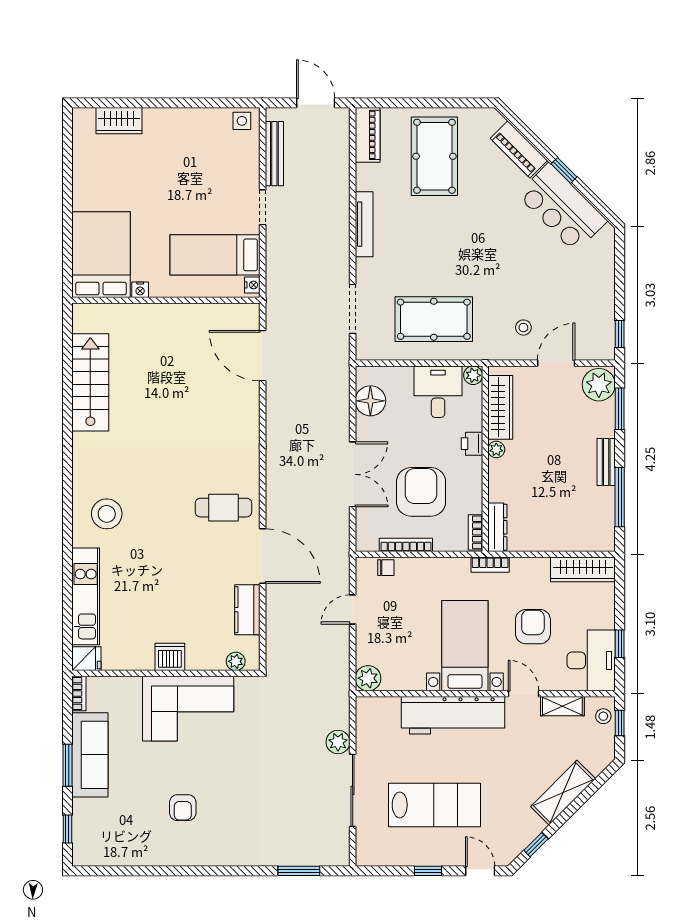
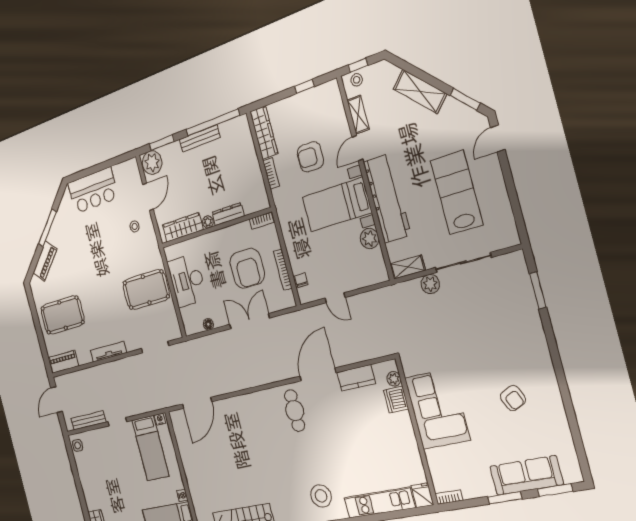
window: (564, 170) -> (47, 228), width x2.17
bar counter: (562, 208) -> (93, 190), moved, turned 45
pool table: (434, 319) -> (146, 290), turned 90
window: (620, 334) -> (121, 159), removed
door: (556, 363) -> (148, 197), swing flipped
plant: (473, 375) -> (170, 252), removed
desk: (438, 392) -> (187, 281), width x1.37
floor lamp: (370, 401) -> (208, 324), width x0.53, depth x0.53
printer: (472, 444) -> (209, 241), removed
bench: (606, 462) -> (200, 138), width x1.36
armchair: (421, 492) -> (247, 268), turned -90
window: (620, 497) -> (213, 123), width x1.46
dresser: (497, 527) -> (228, 214), moved
bookcase: (490, 565) -> (271, 173), moved
dishwasher: (170, 657) -> (396, 400), moved
desk: (591, 660) -> (321, 104), removed
plant: (368, 678) -> (370, 239), moved
shelving: (365, 719) -> (408, 267), added
sofa: (90, 755) -> (526, 475), moved
armchair: (183, 808) -> (513, 398), turned 66
window: (67, 829) -> (555, 490), width x1.50
window: (536, 845) -> (465, 99), width x1.50
window: (428, 871) -> (509, 182), removed

